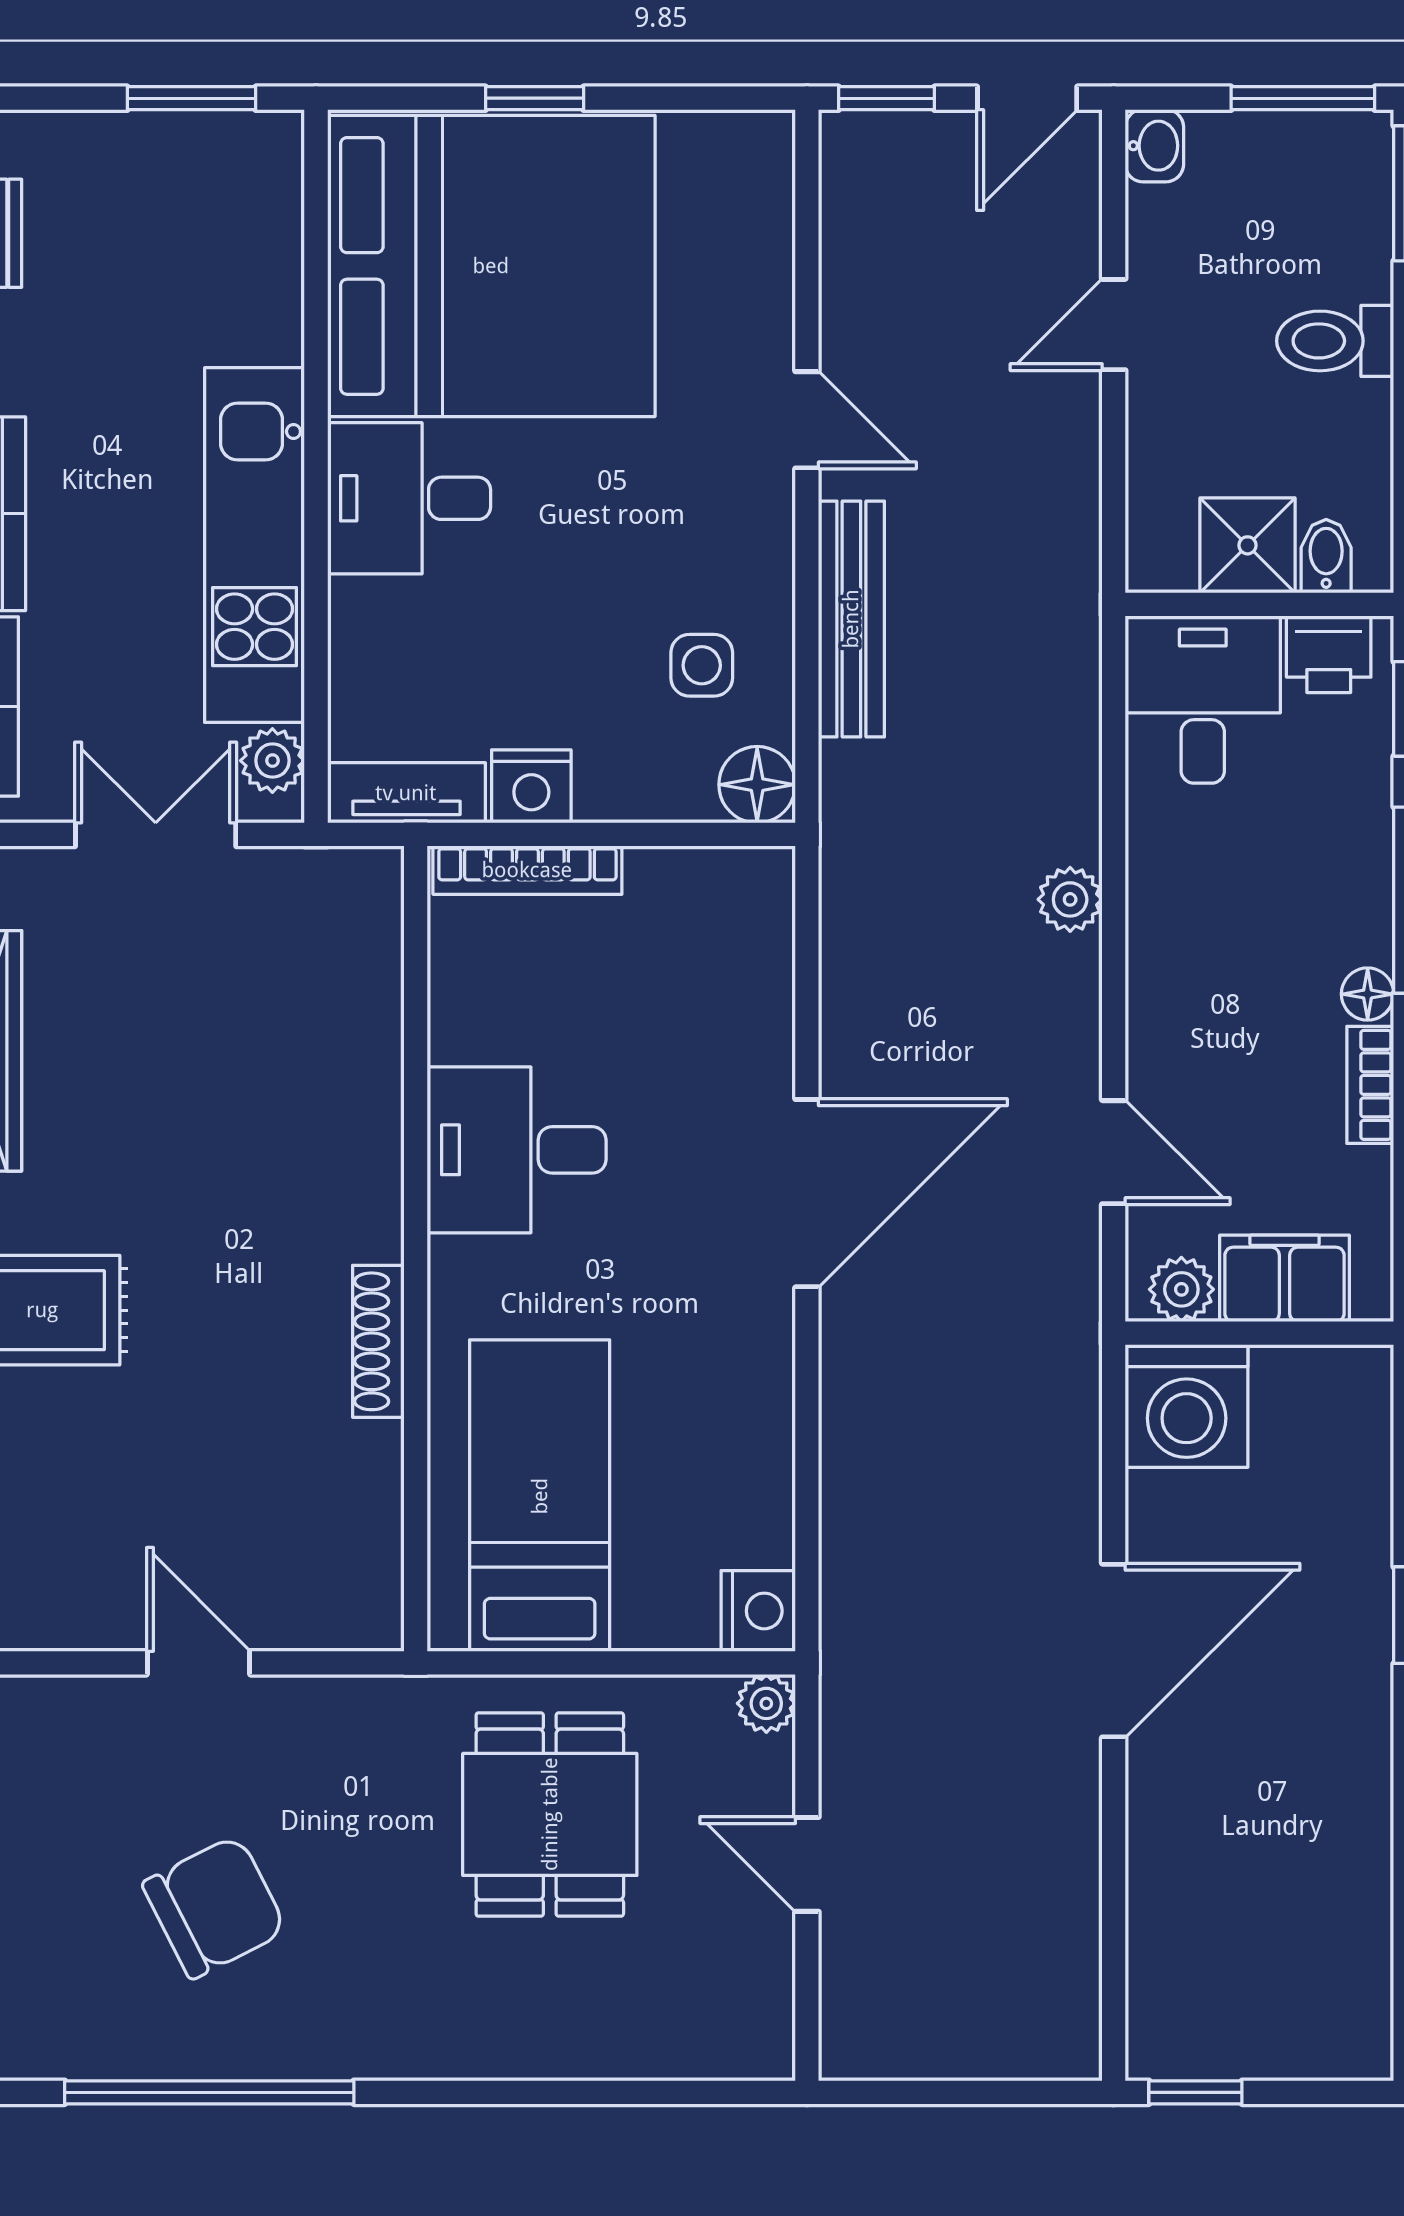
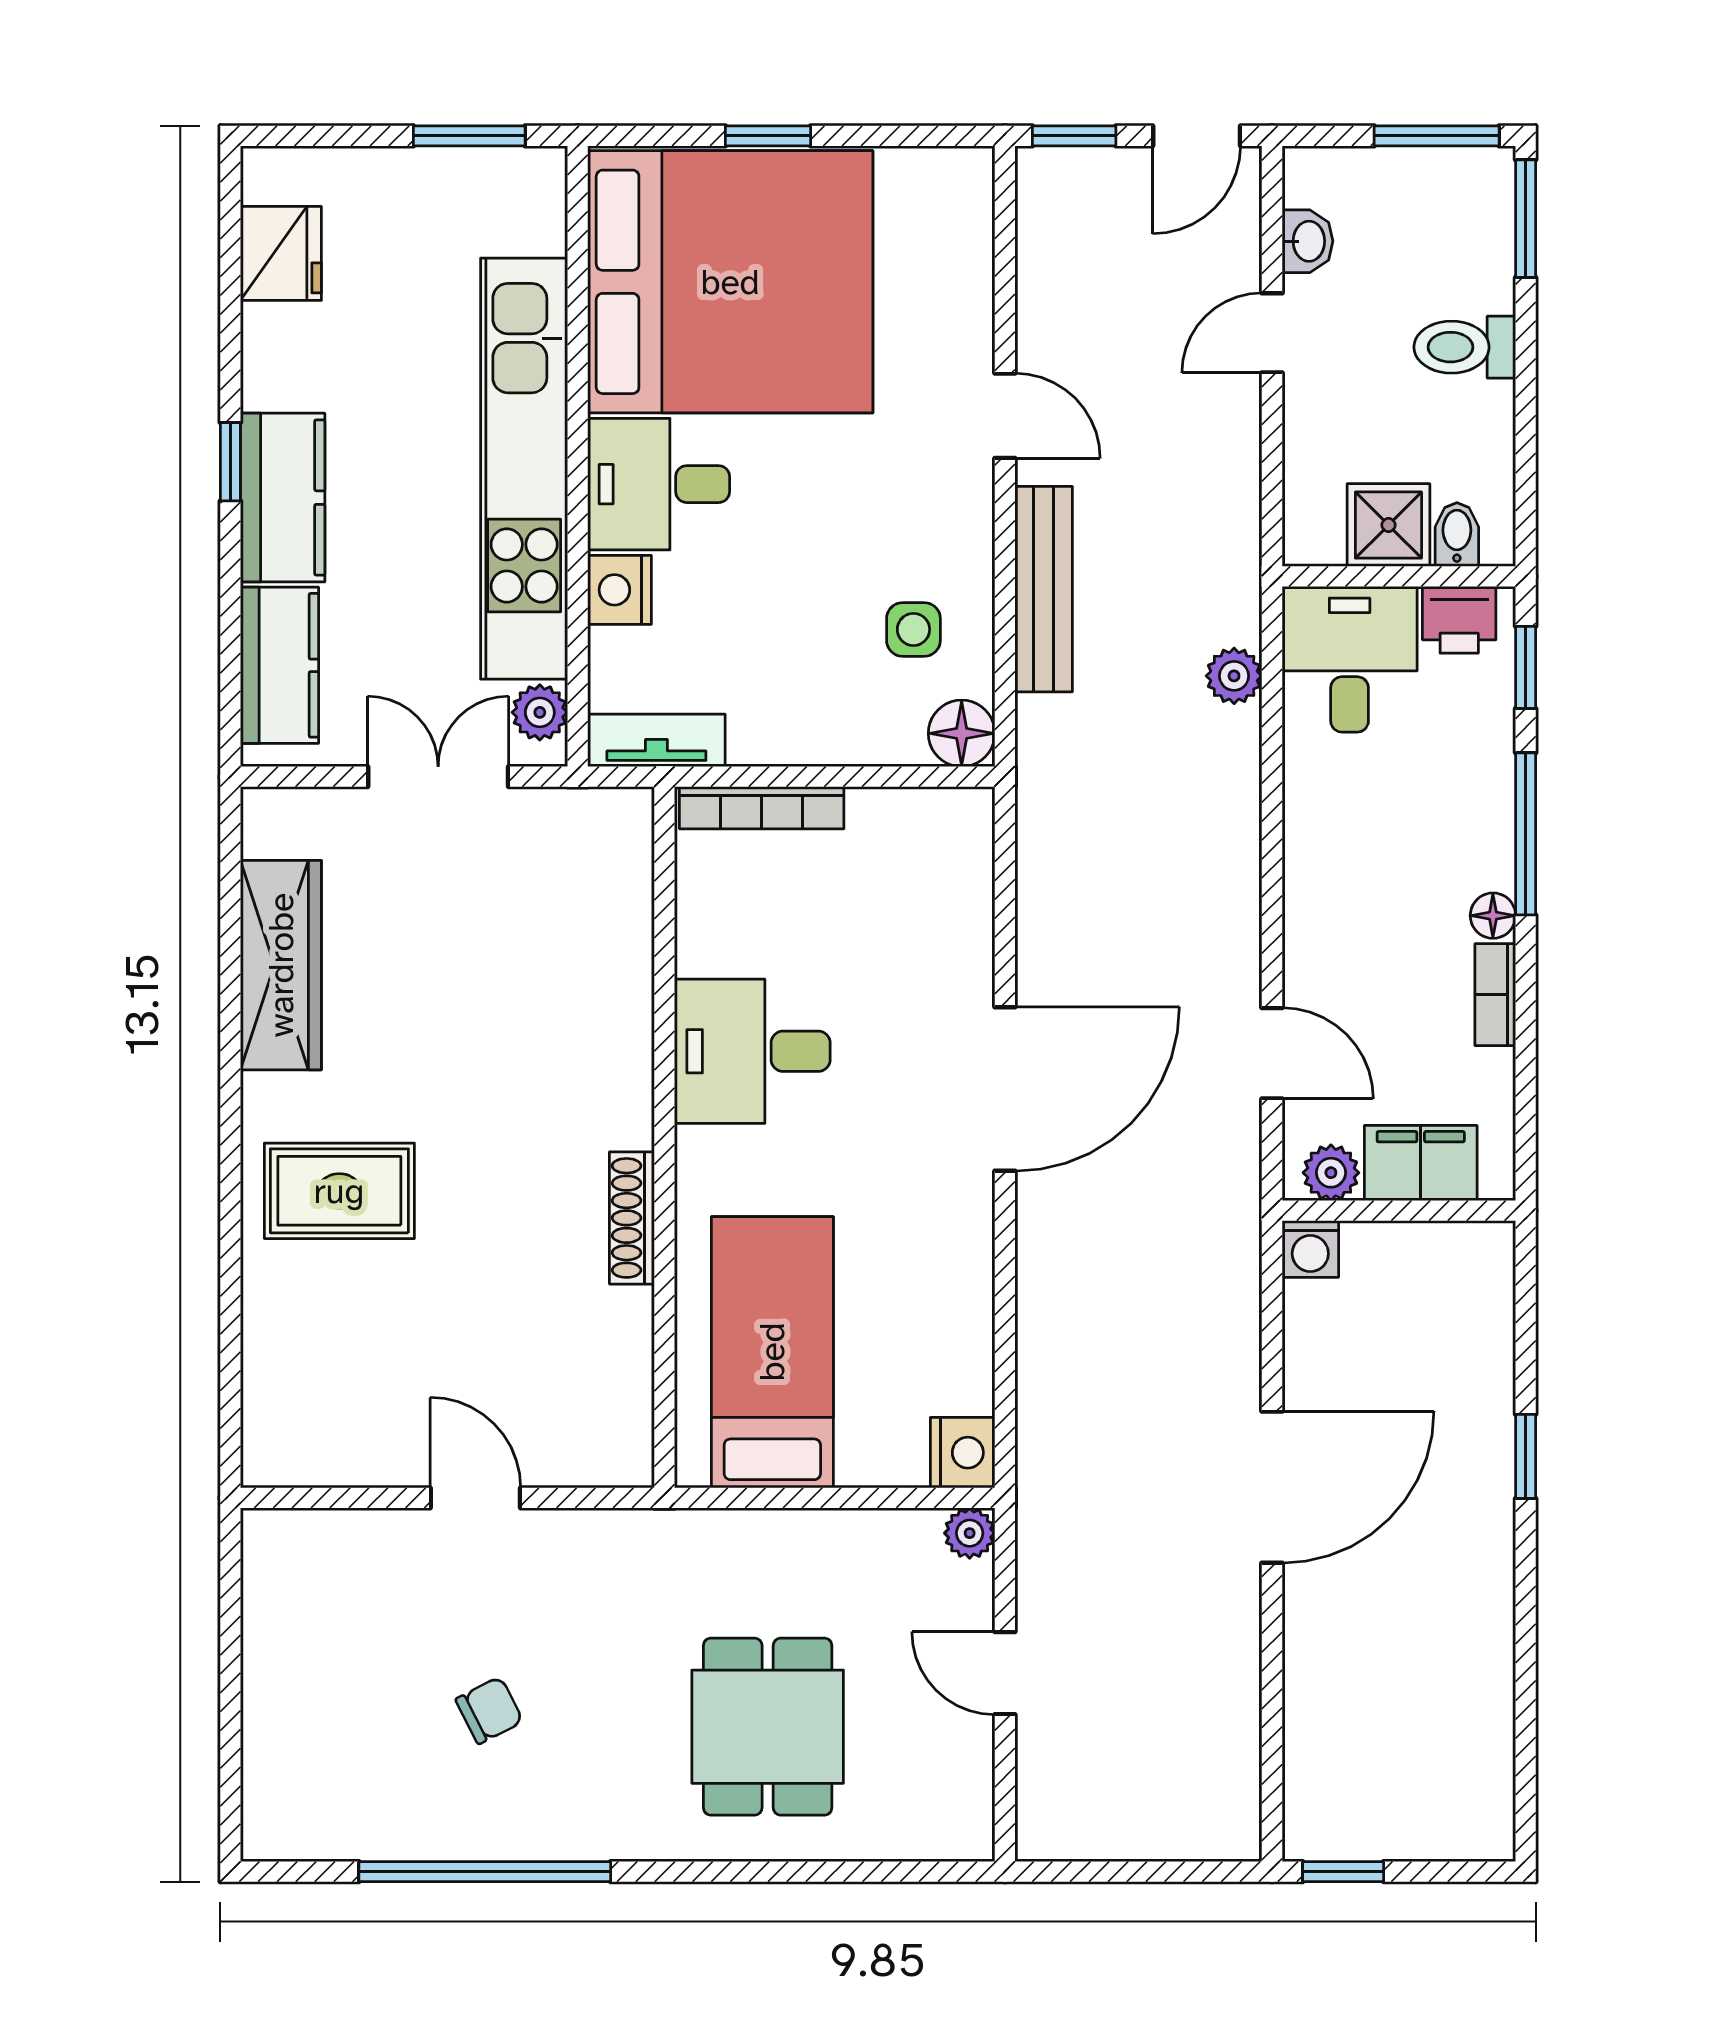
washbasin: (1154, 146) -> (1307, 241), moved
kitchen unit: (255, 545) -> (524, 469), width x1.36
nightstand: (531, 786) -> (620, 590), moved, turned 90
plant: (1070, 899) -> (1234, 676), moved
washing machine: (1187, 1406) -> (1310, 1249), width x0.53, depth x0.53
dining table: (550, 1814) -> (768, 1727), moved
chair: (215, 1907) -> (489, 1710), width x0.54, depth x0.54

